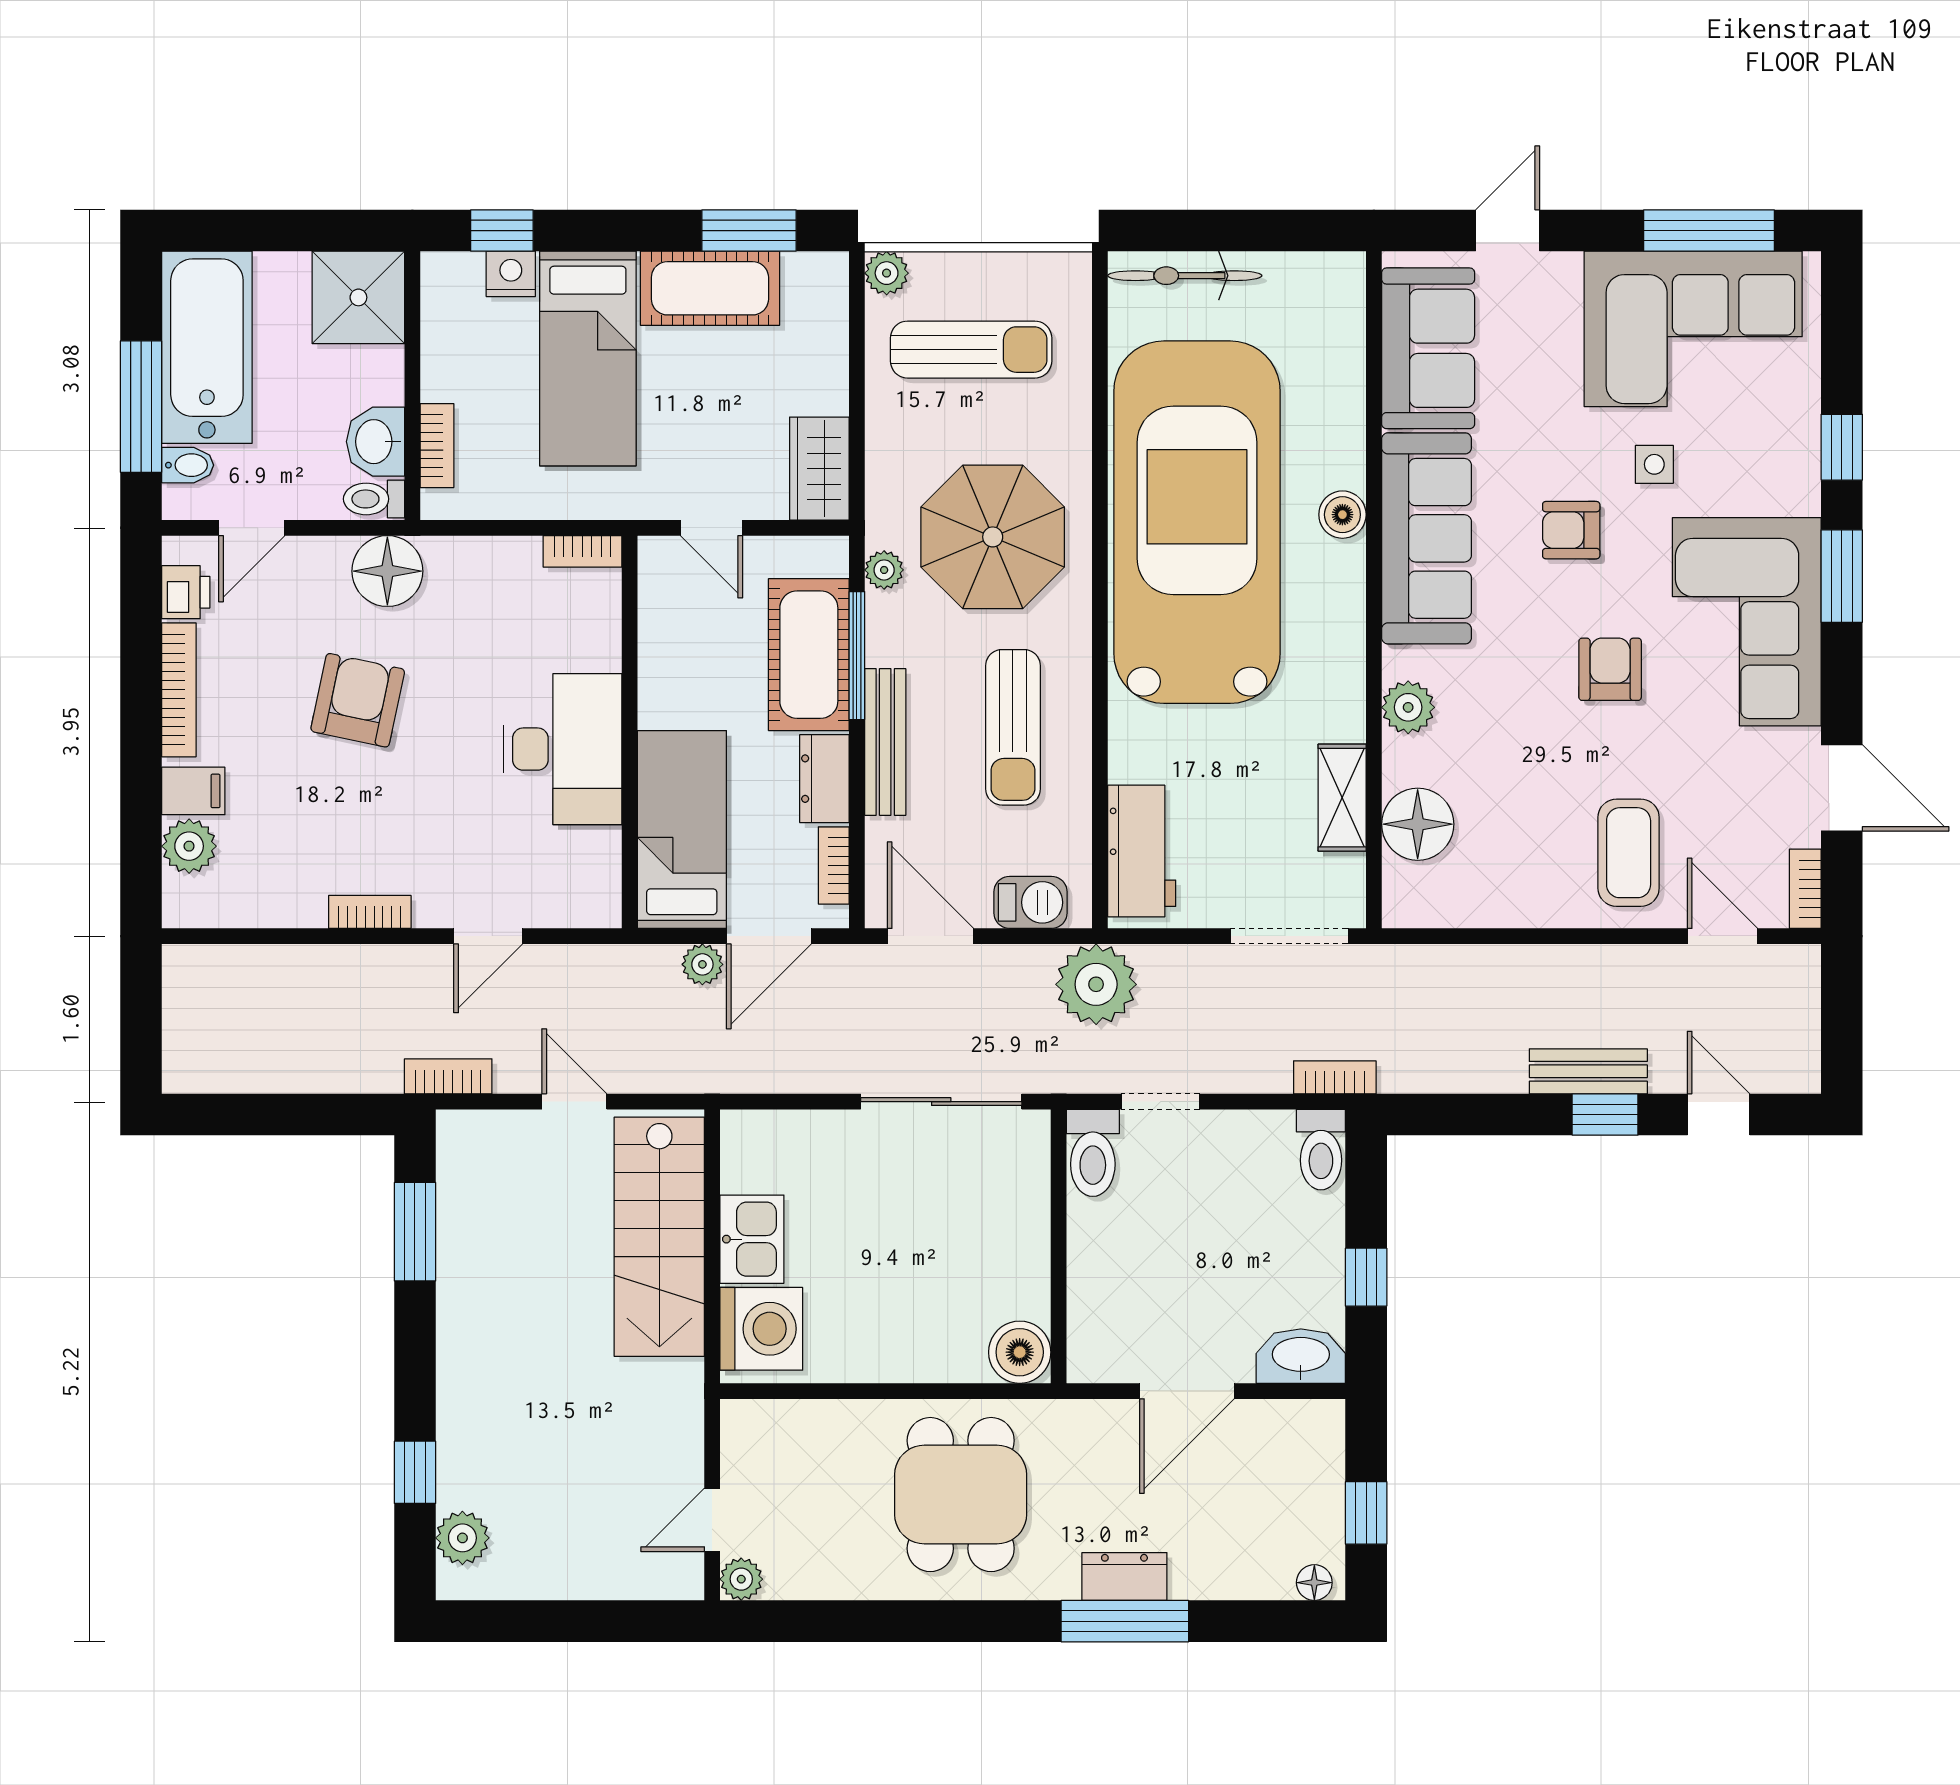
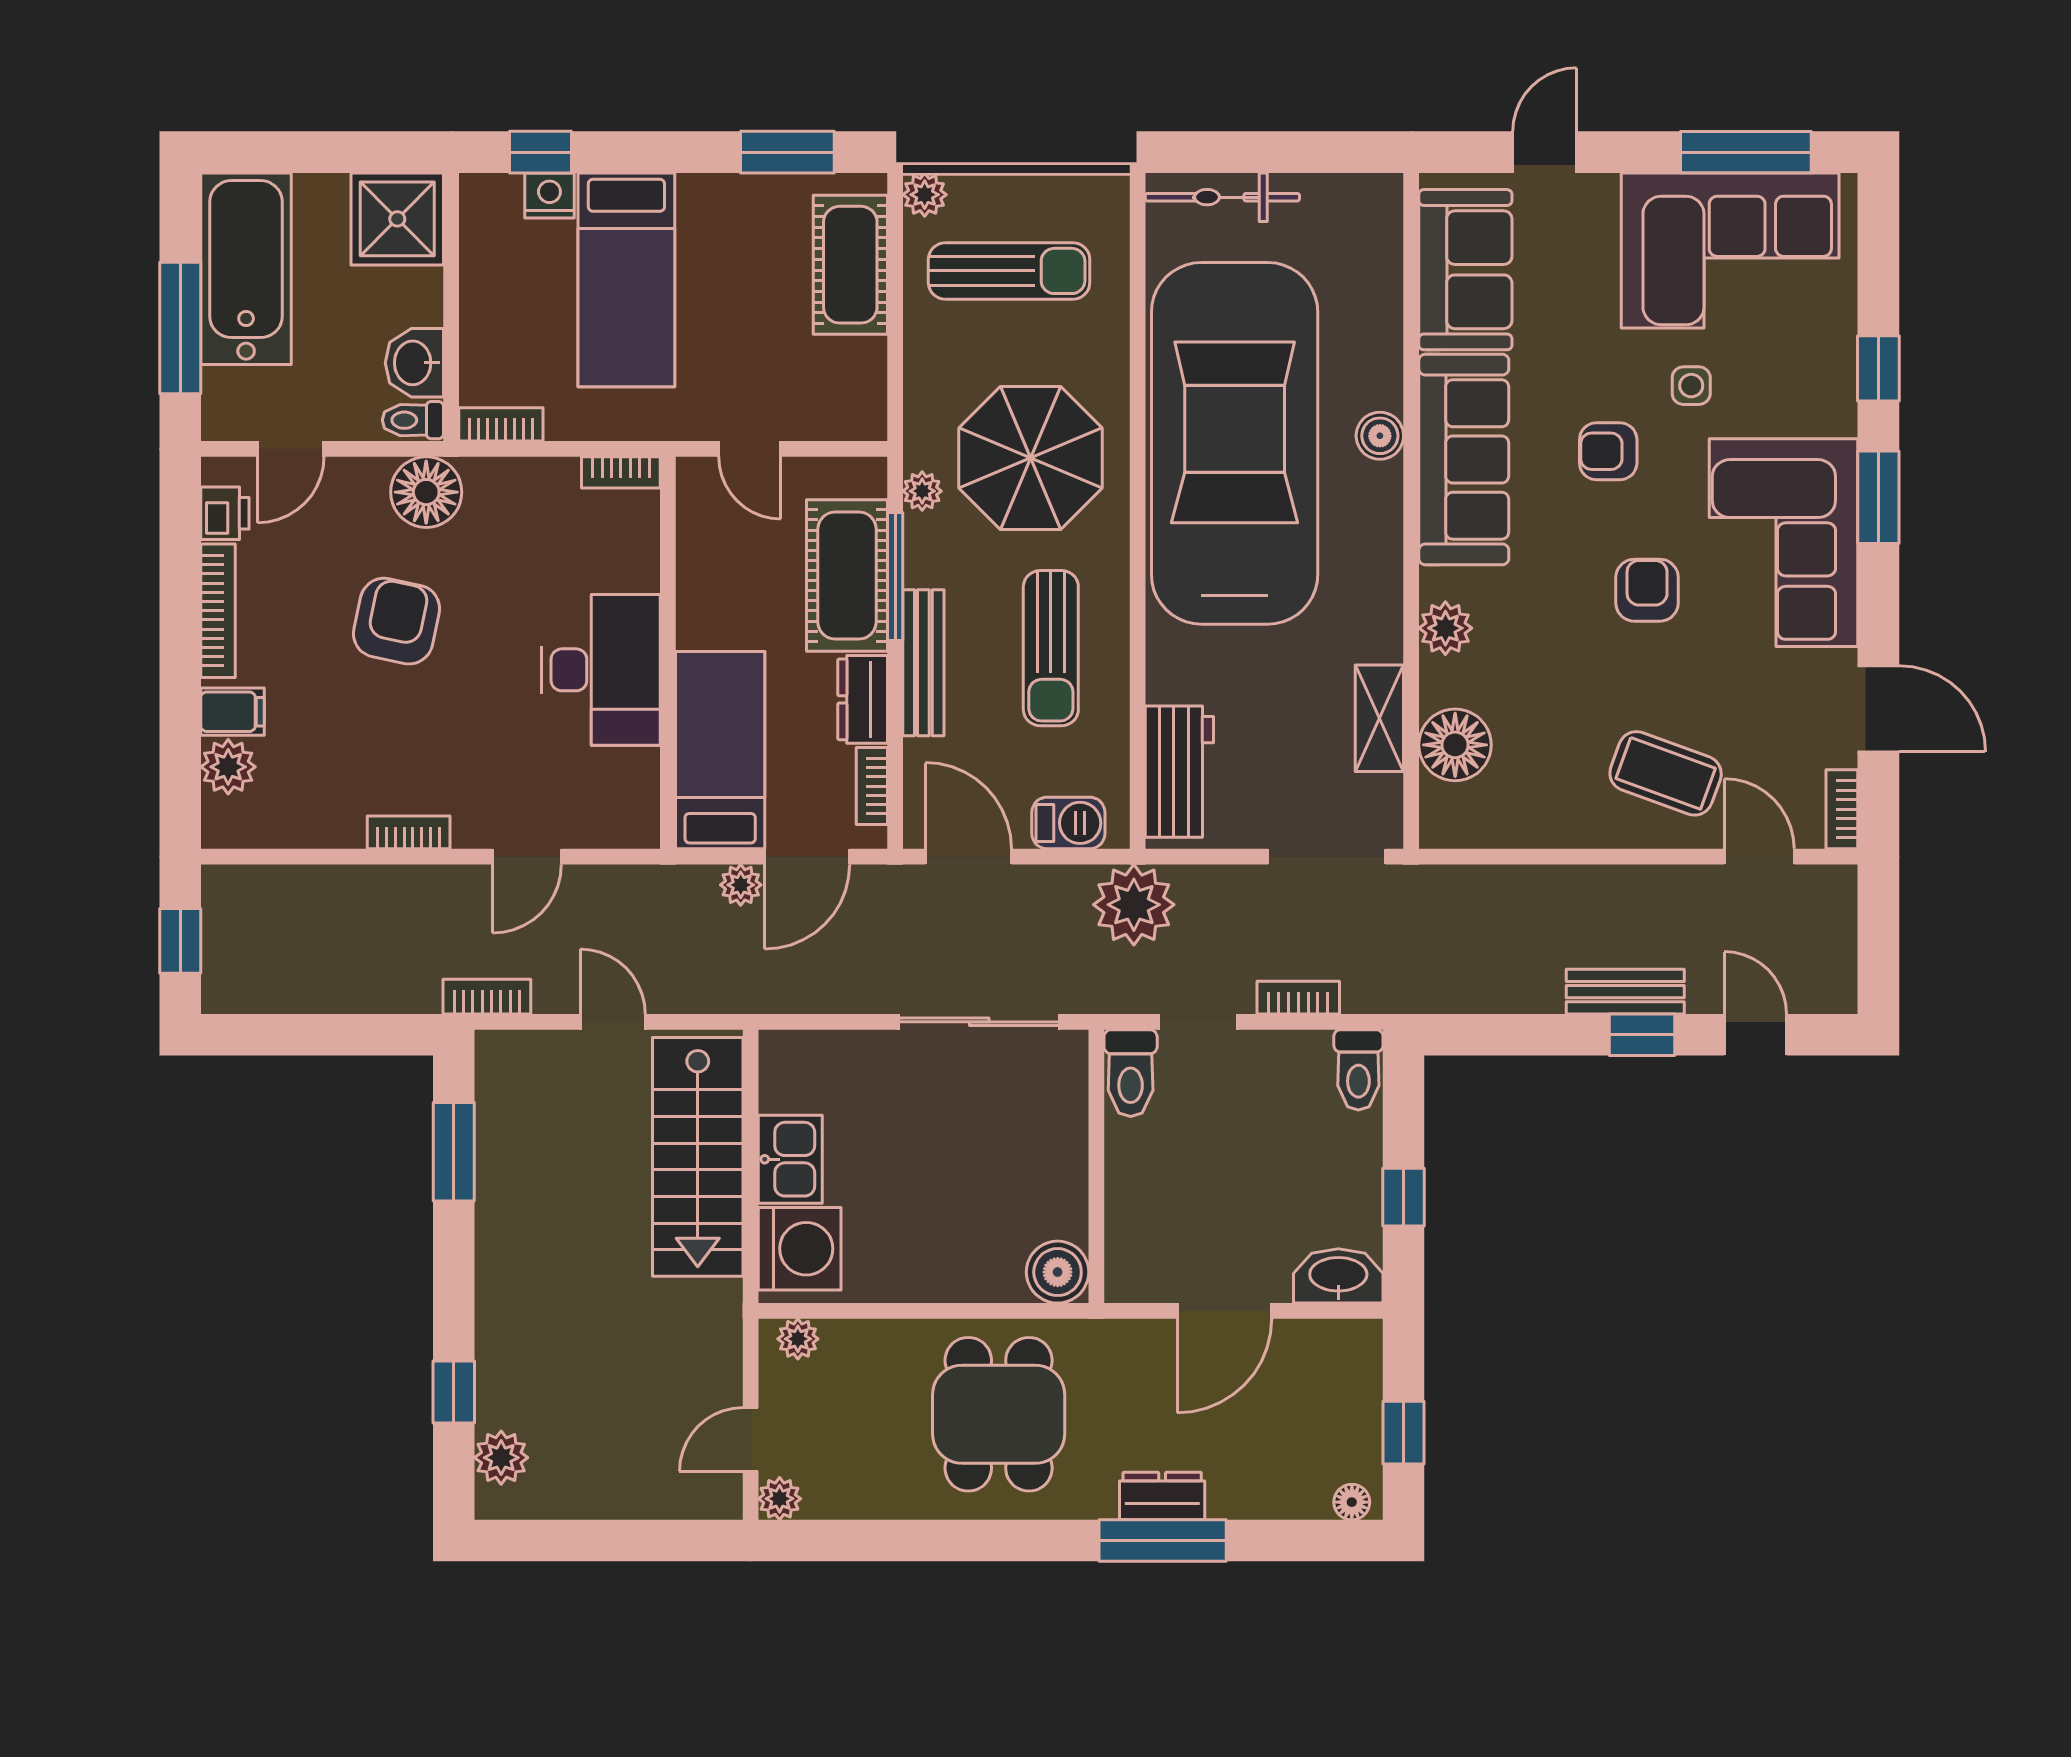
cot: (710, 288) -> (850, 265), moved, turned 90
bookcase: (437, 446) -> (501, 424), moved, turned -90
bidet: (188, 465) -> (227, 386), removed
wardrobe: (819, 469) -> (858, 390), removed
coffee table: (1629, 853) -> (1666, 773), turned -70
window: (141, 1021) -> (180, 941), added
bookcase: (1335, 1077) -> (1298, 998), moved
plant: (760, 1419) -> (798, 1339), added

